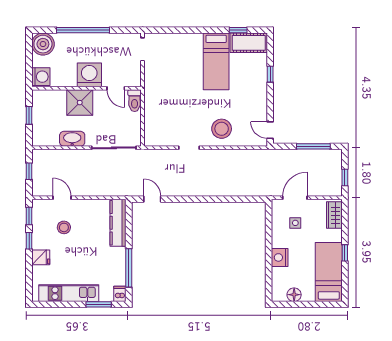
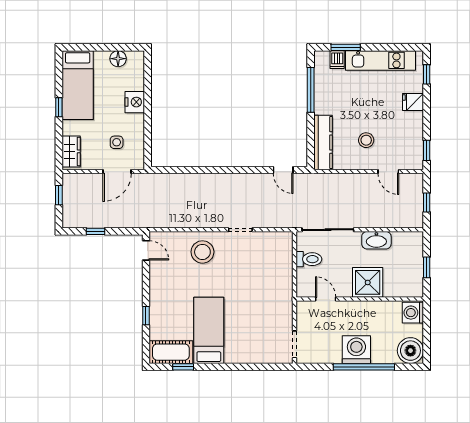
washing machine: (89, 75) -> (356, 350), moved, turned 180
toilet: (135, 101) -> (309, 259), moved, turned 90
window: (313, 146) -> (95, 231), width x0.46
stool: (64, 227) -> (366, 140), moved
window: (29, 241) -> (427, 74), moved
dishwasher: (120, 294) -> (337, 60), moved

